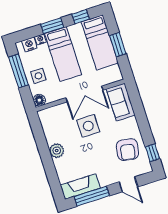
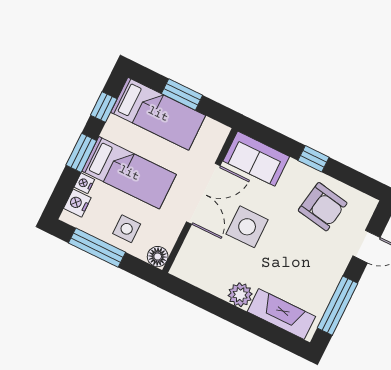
window: (152, 153) -> (313, 159), moved
fireplace: (80, 187) -> (281, 314), moved, turned 90

